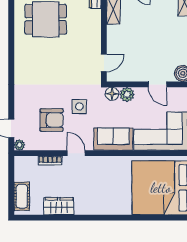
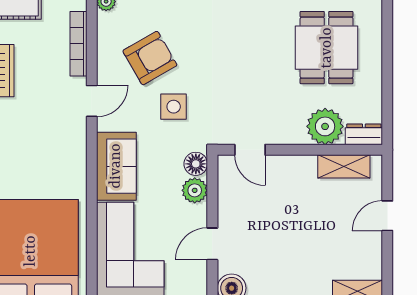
plant: (91, 20) -> (325, 126), added
armchair: (52, 120) -> (150, 58), turned -120
bookcase: (50, 161) -> (78, 44), width x1.56

